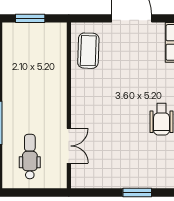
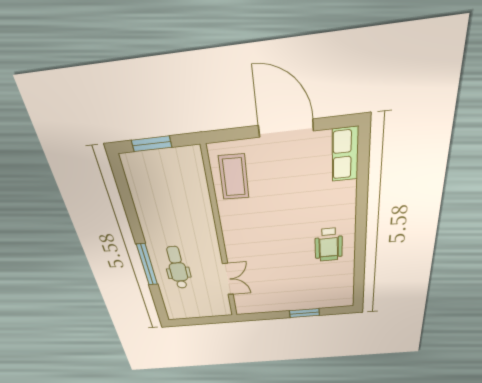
dental chair: (30, 157) -> (177, 268), moved

